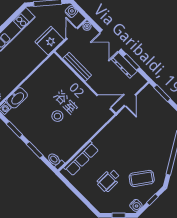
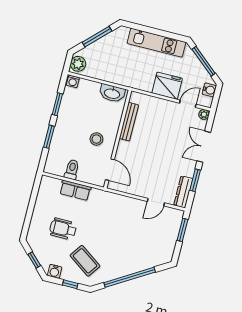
dresser: (124, 65) -> (183, 192), moved
bench: (77, 67) -> (129, 122), moved
wall: (85, 83) -> (118, 139), moved
washbasin: (17, 98) -> (112, 93), moved
door: (104, 102) -> (110, 170), moved
row of seats: (81, 159) -> (75, 190), width x0.68
toilet: (56, 161) -> (72, 169), moved

